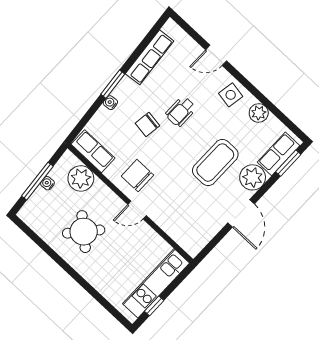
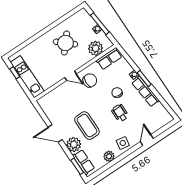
row of seats: (150, 57) -> (145, 92), moved
door: (137, 210) -> (71, 76), swing flipped

